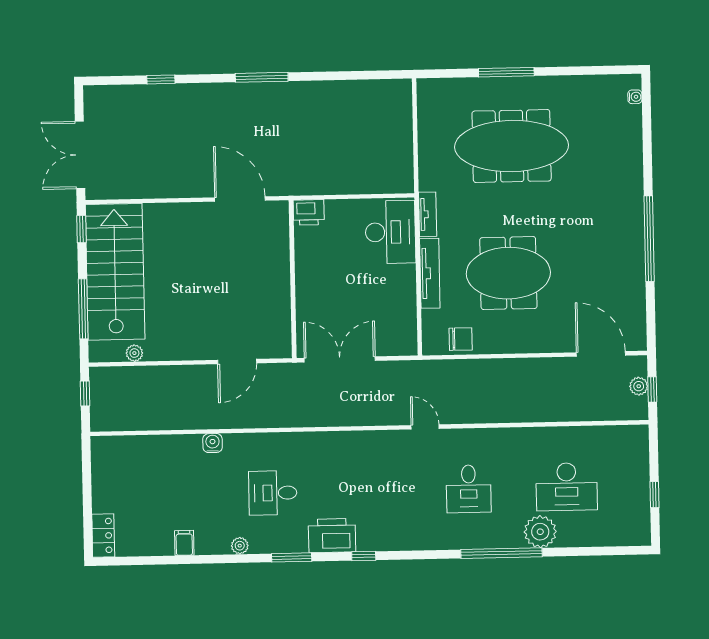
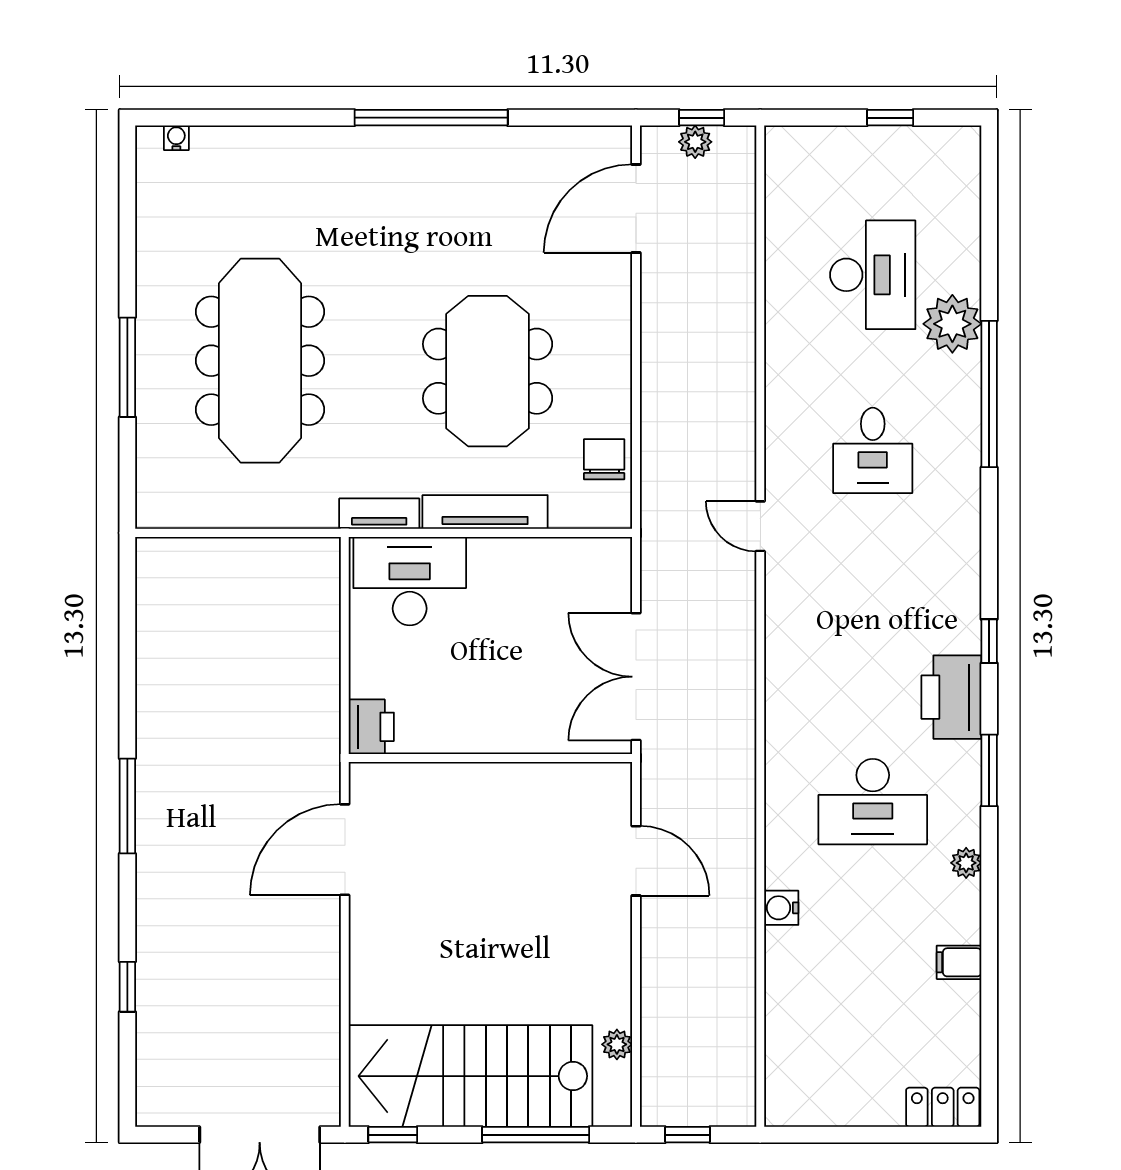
door: (425, 427) -> (760, 526), hinge flipped
desk: (469, 489) -> (873, 450), turned 90
desk: (273, 493) -> (873, 802), width x1.37

